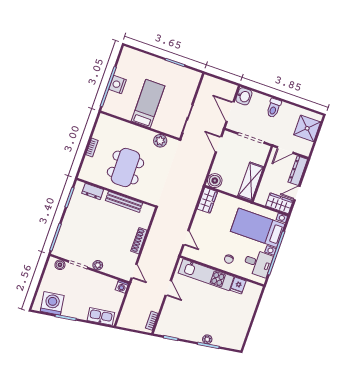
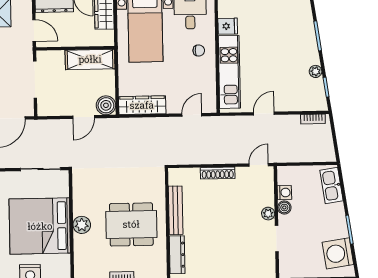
bed: (148, 104) -> (40, 226), width x2.04
plant: (160, 141) -> (82, 225), moved
door: (219, 144) -> (84, 117), moved
dresser: (93, 191) -> (177, 255), width x1.44
wardrobe: (207, 200) -> (142, 105), width x1.50
boiler: (60, 265) -> (284, 207), moved
washing machine: (122, 287) -> (284, 193), moved
plant: (207, 339) -> (316, 71), moved

